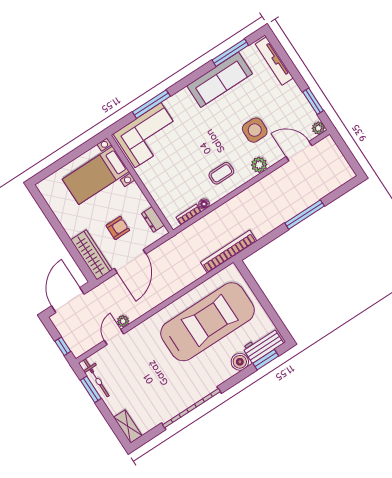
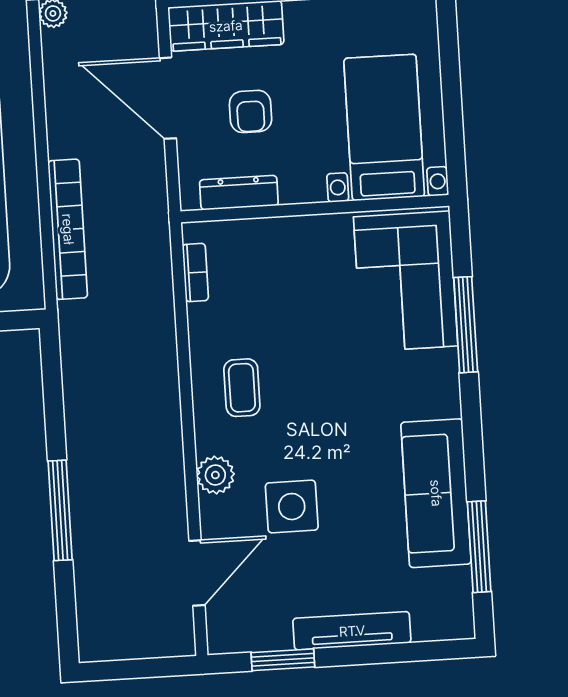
tv unit: (274, 61) -> (352, 631), moved
plant: (318, 128) -> (222, 639), removed
floor lamp: (204, 204) -> (199, 316), removed
dresser: (153, 219) -> (239, 193), width x1.44
bookcase: (229, 252) -> (68, 229), moved

